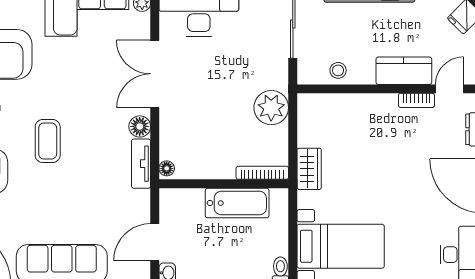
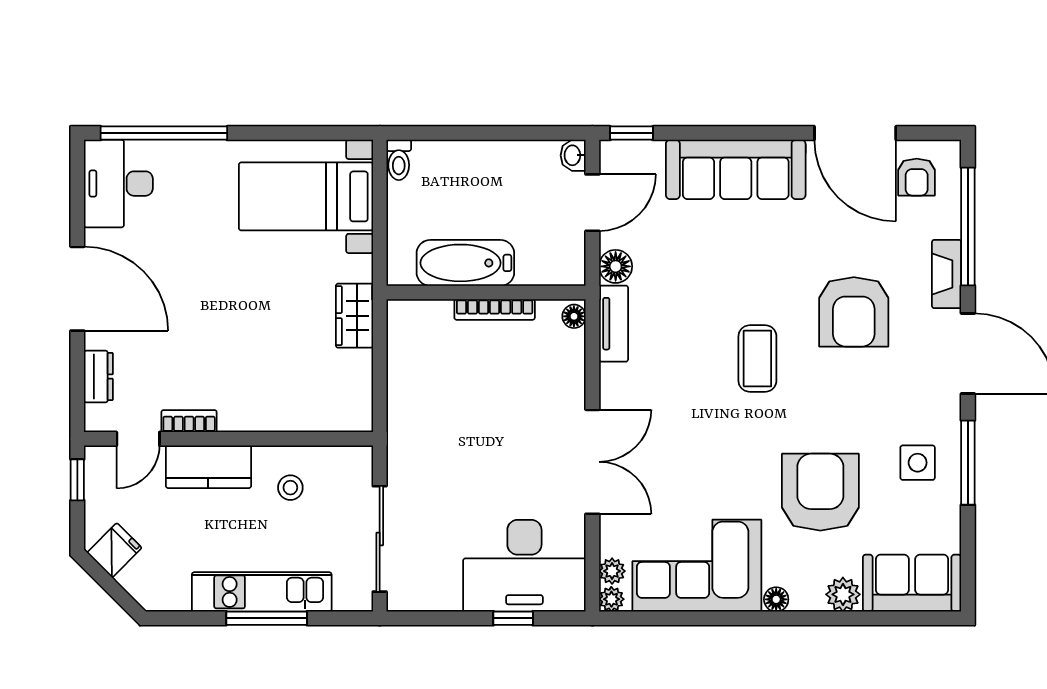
stool: (338, 70) -> (290, 488), moved
plant: (271, 108) -> (413, 410), removed
floor lamp: (140, 126) -> (616, 266), moved
bookcase: (262, 173) -> (495, 310), moved

